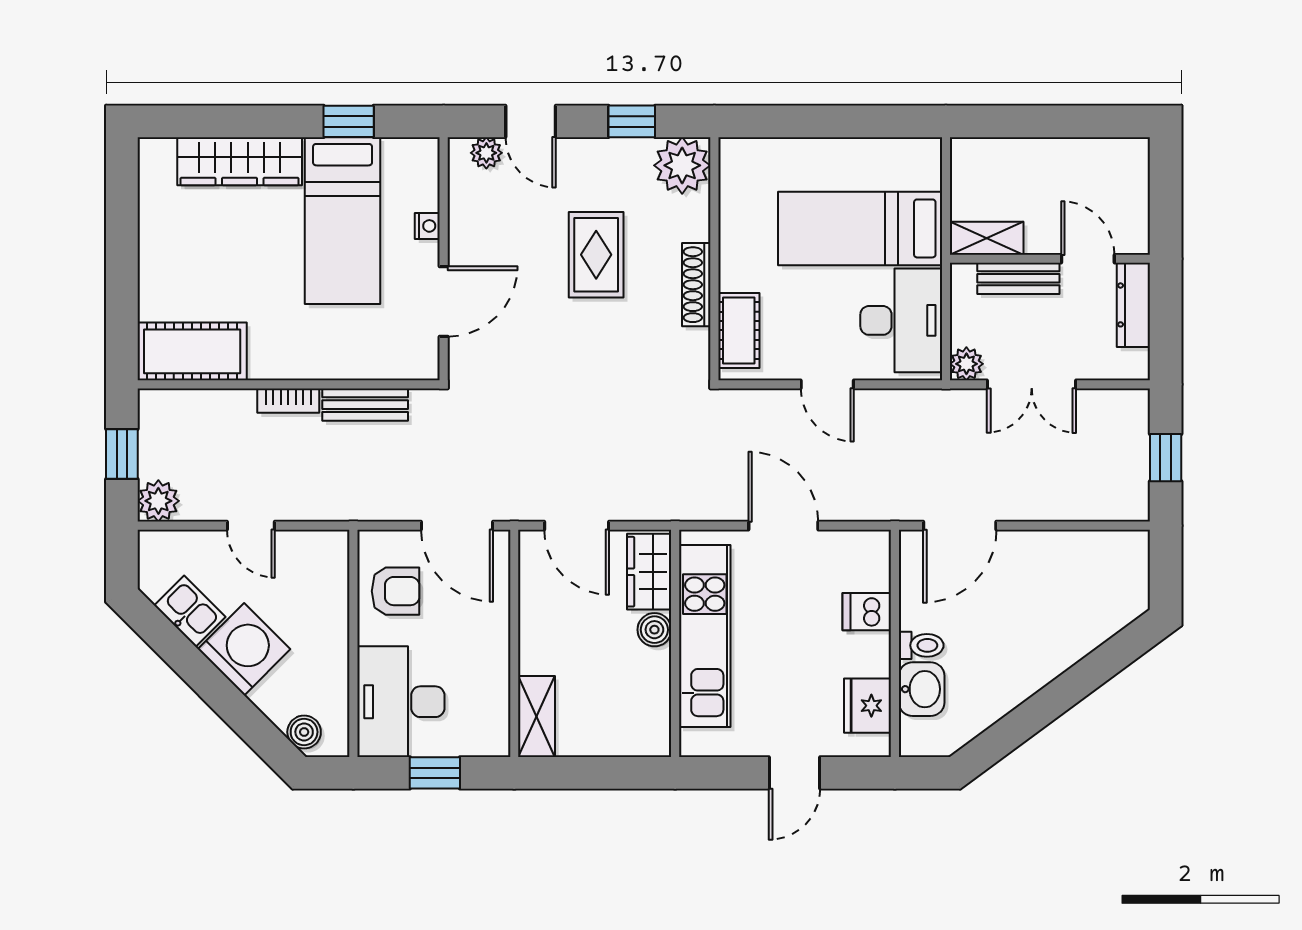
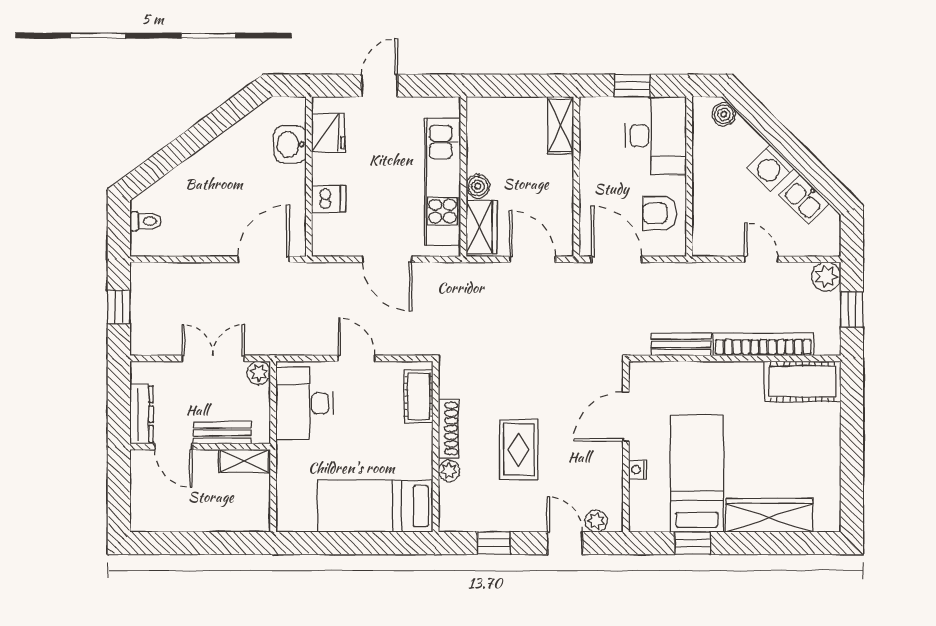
plant: (682, 165) -> (449, 471), moved, width x0.53, depth x0.53
bed: (860, 228) -> (375, 506), moved, turned 180
bookcase: (288, 401) -> (763, 344), width x2.31, depth x1.31
toilet: (921, 645) -> (146, 221), moved, turned 180
washing machine: (244, 649) -> (770, 168), width x0.73, depth x0.73

